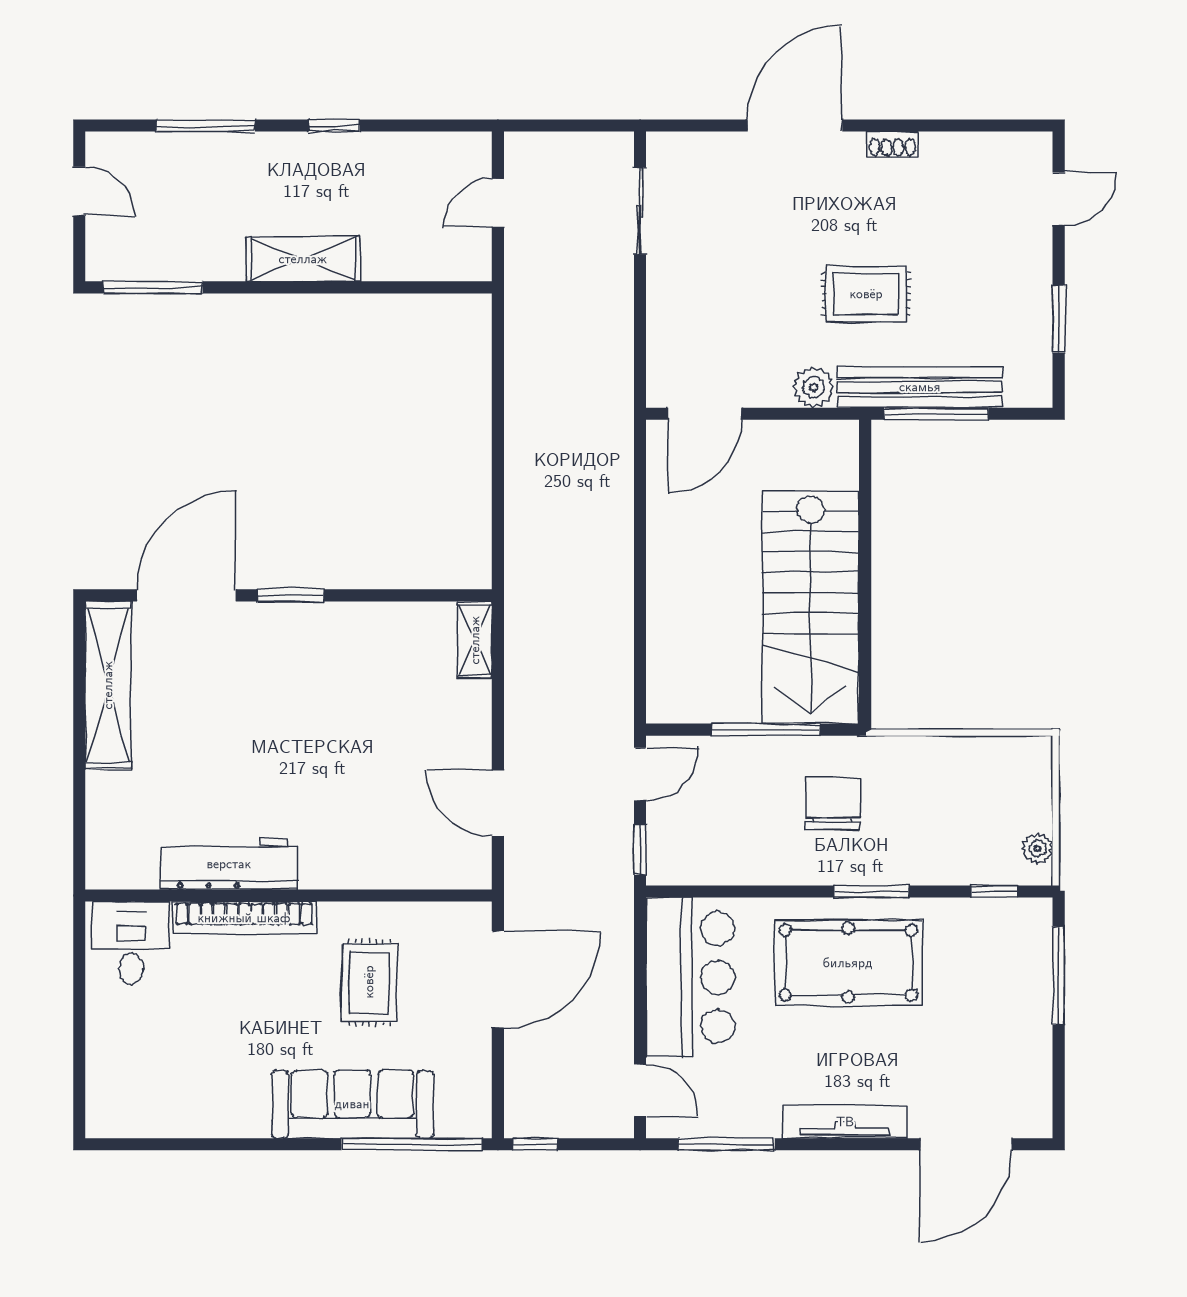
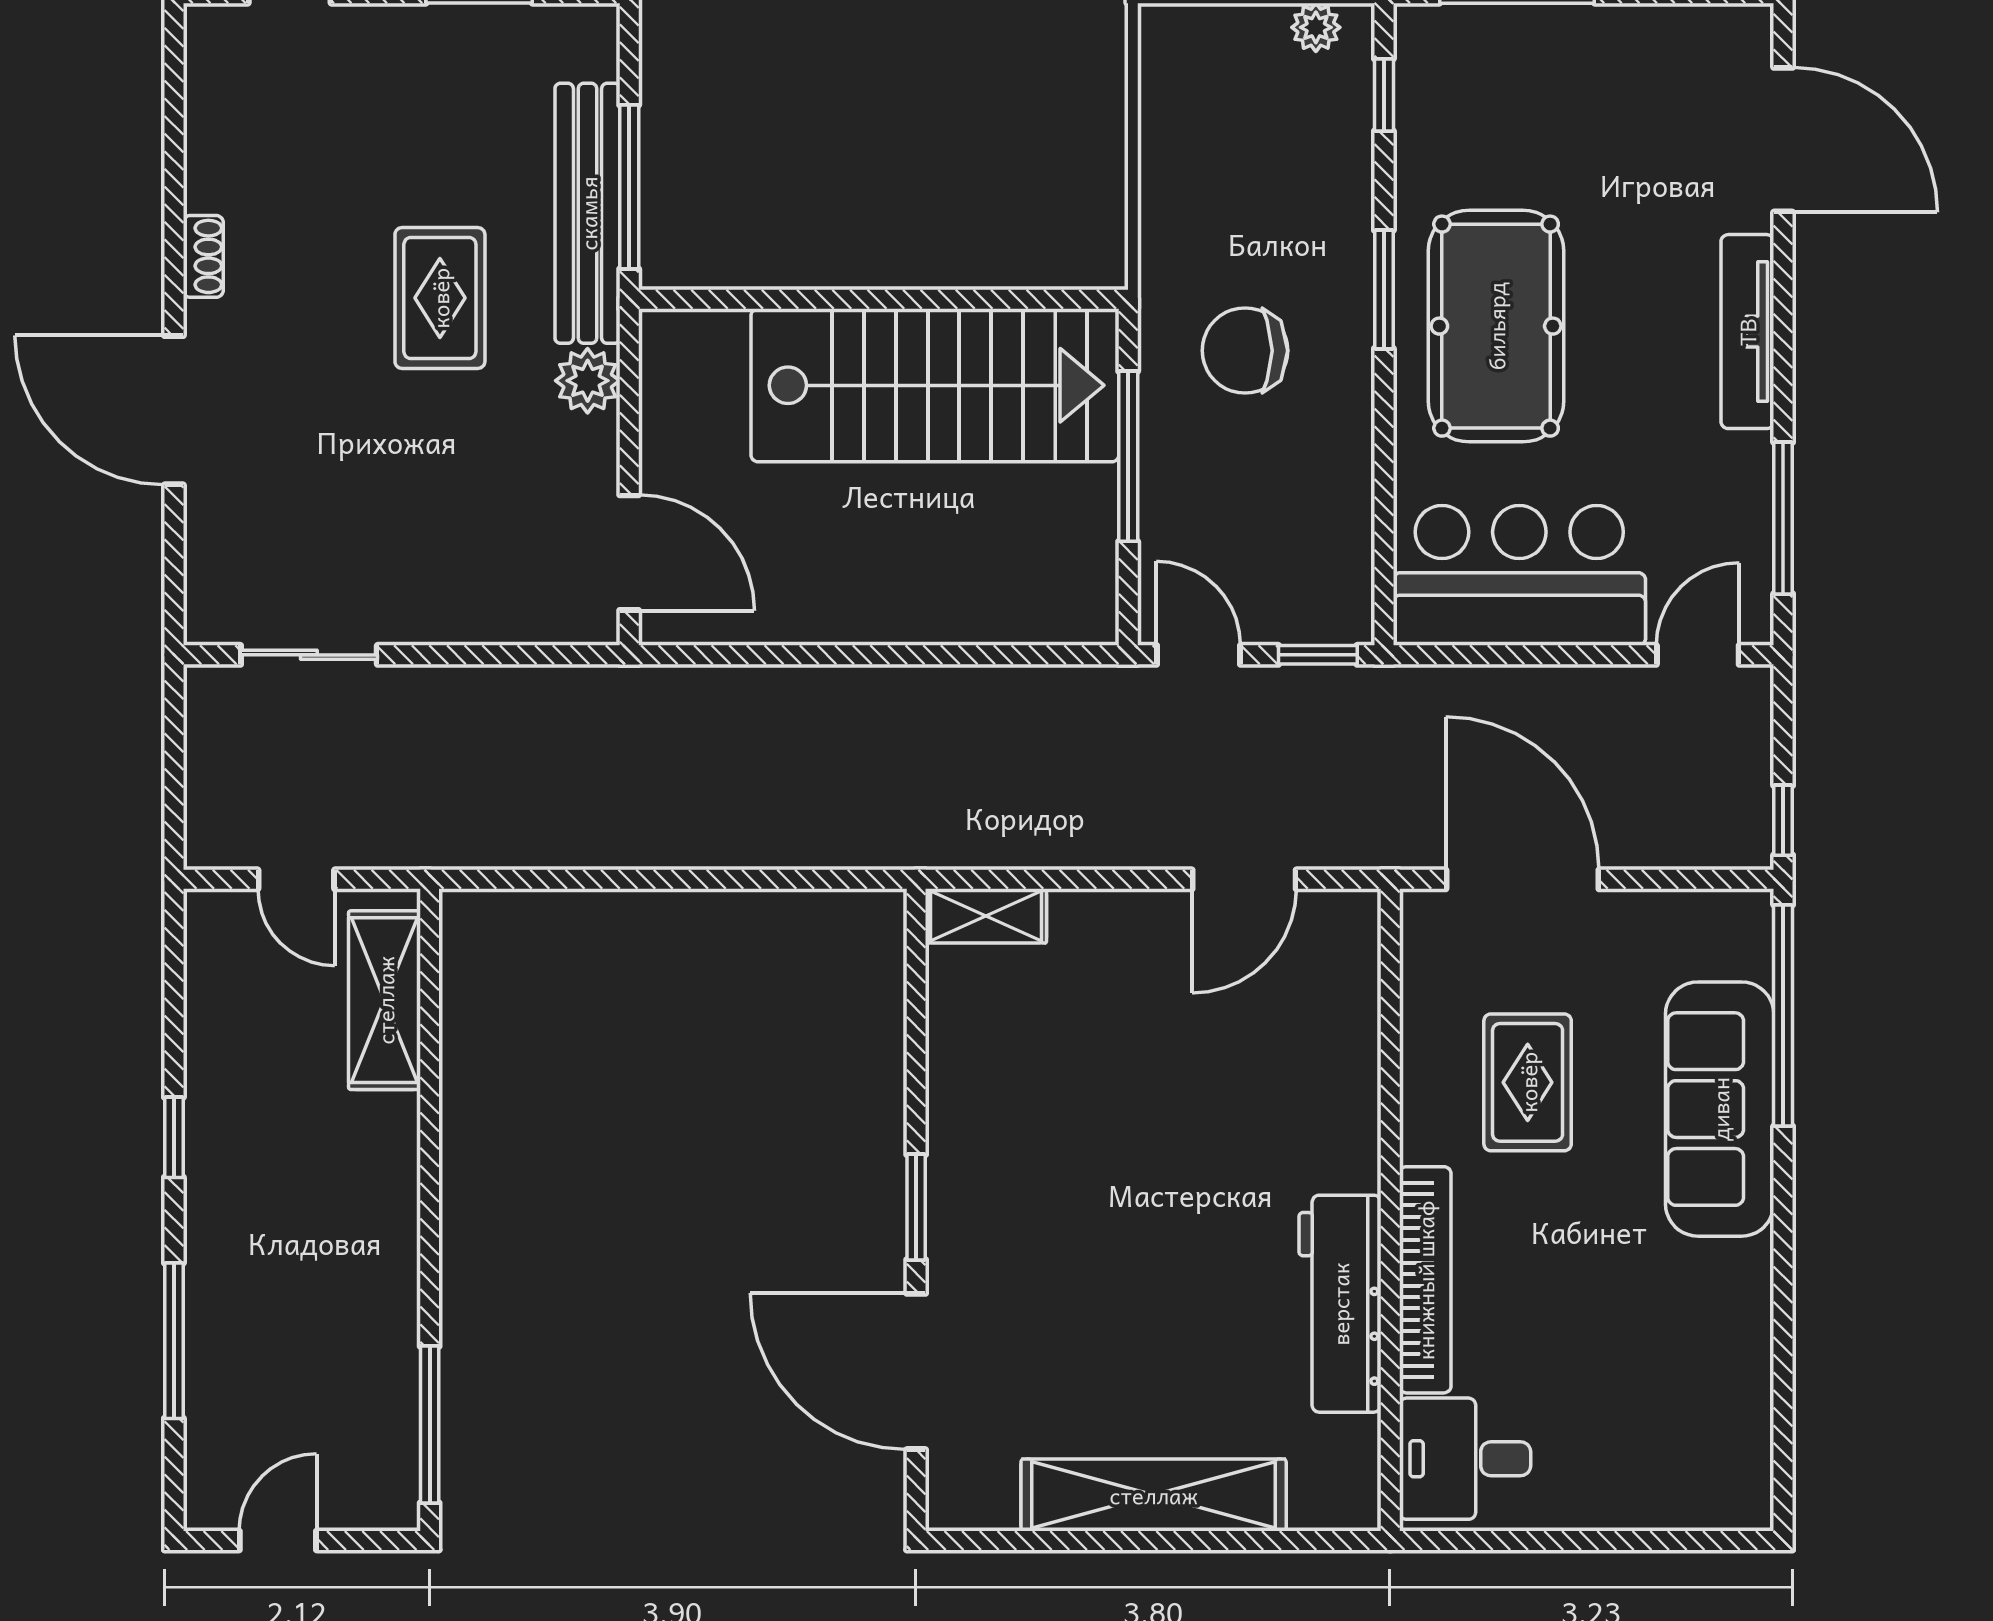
shelving: (303, 259) -> (385, 1000), moved
shelving: (108, 685) -> (1154, 1495), moved
rug: (369, 982) -> (1528, 1082), turned 90

